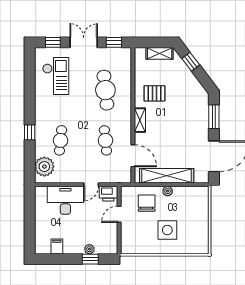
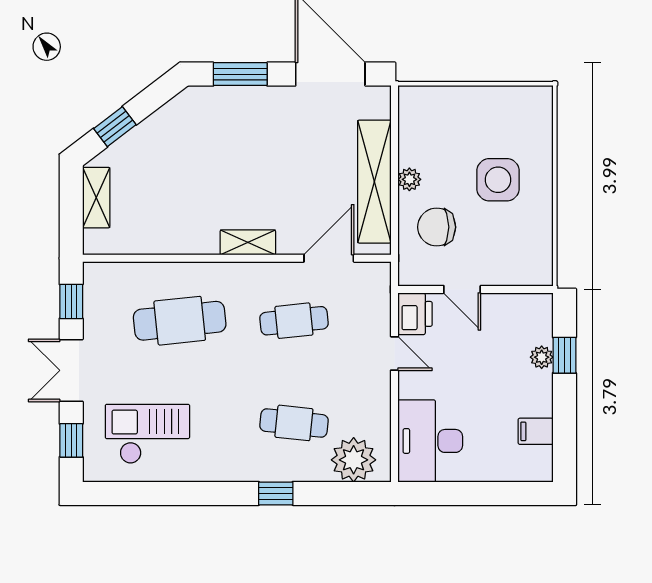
pallet: (154, 93) -> (187, 209), removed
desk: (65, 200) -> (430, 441), moved

